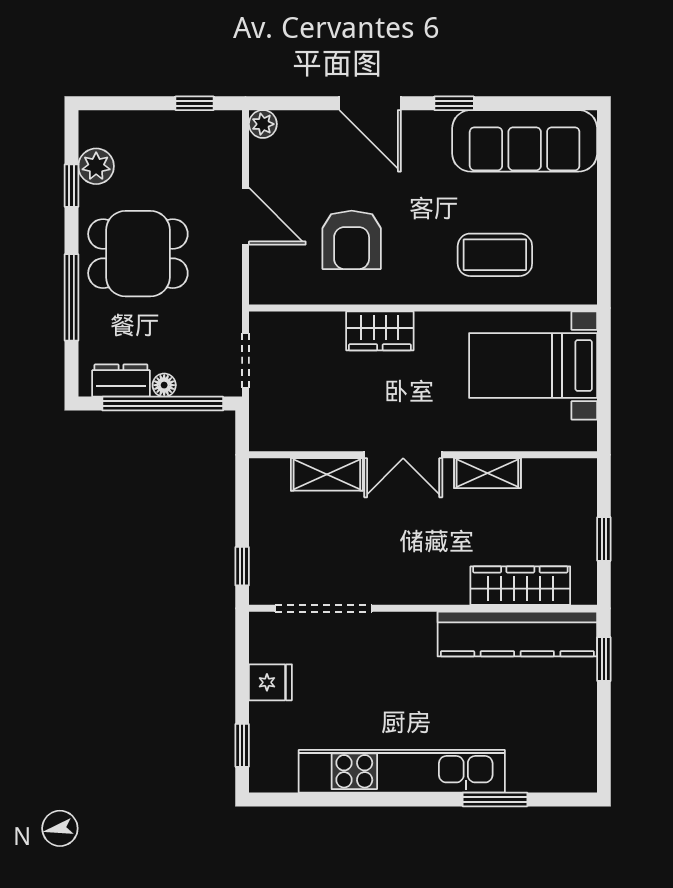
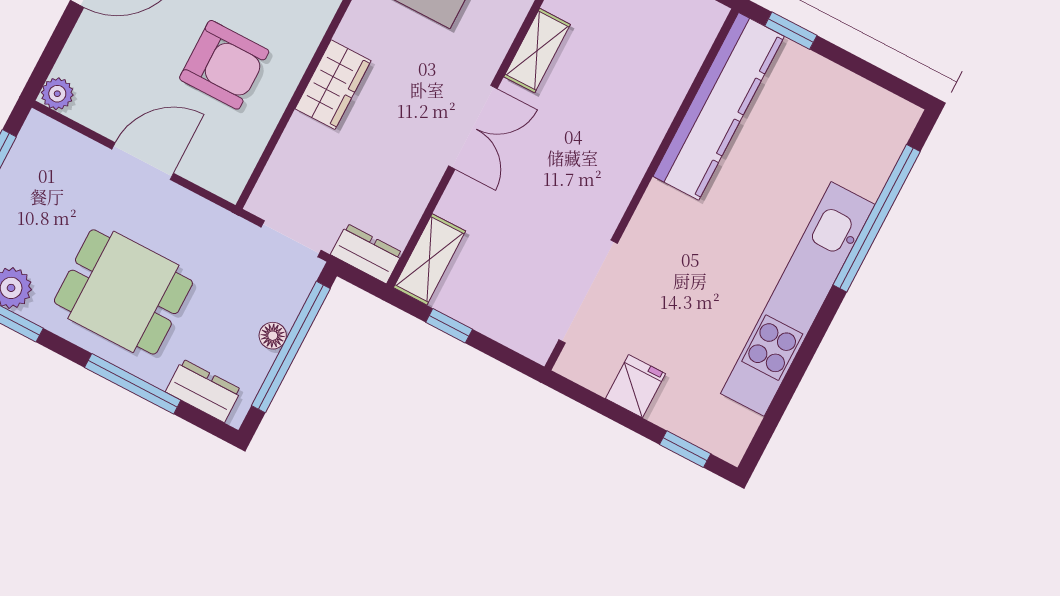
dining table: (138, 254) -> (123, 292), turned 90
dresser: (121, 381) -> (203, 391), moved, turned 90
dresser: (264, 424) -> (367, 254), added
shelving: (327, 474) -> (430, 259), moved
window: (242, 566) -> (449, 326), moved
wardrobe: (520, 586) -> (670, 77), removed
window: (495, 799) -> (877, 218), width x2.11

